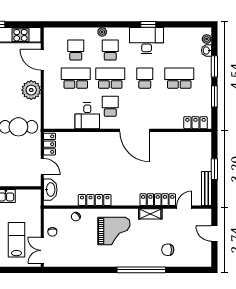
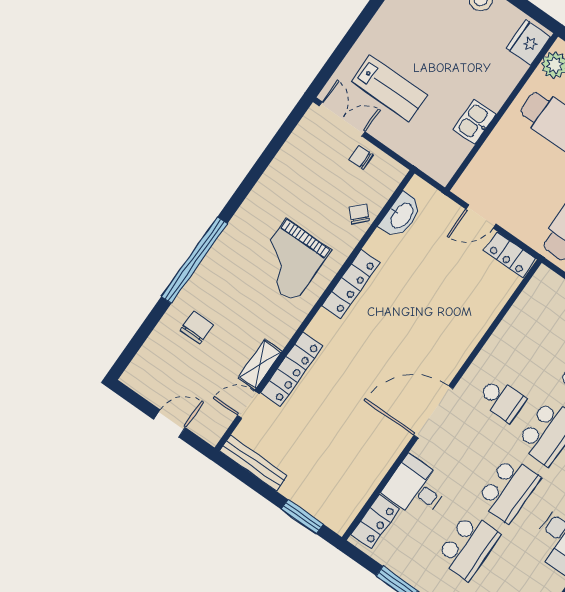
school desk: (145, 78) -> (508, 489), width x1.85
desk: (87, 116) -> (416, 488), moved
window: (214, 169) -> (302, 517), moved
washbasin: (50, 190) -> (401, 215), moved, turned -90
locker: (95, 200) -> (351, 284), moved
door: (184, 207) -> (248, 405), swing flipped
shelving: (150, 214) -> (260, 365), moved

